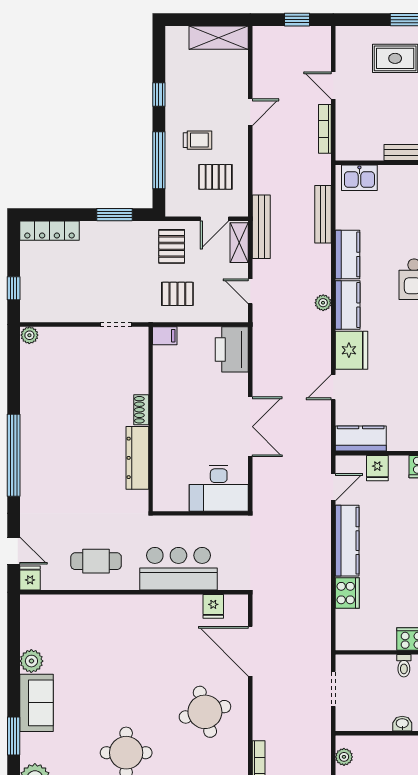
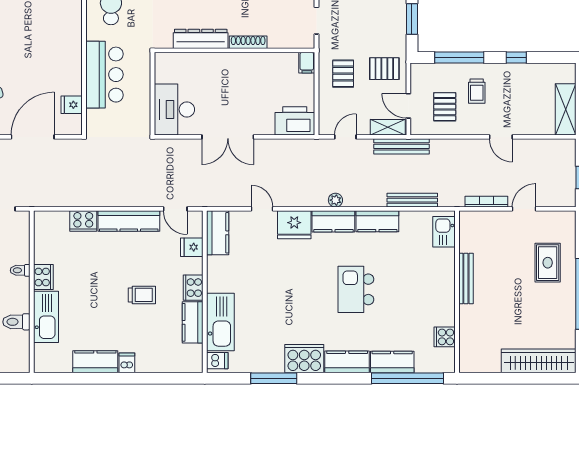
shoe rack: (141, 410) -> (248, 42), width x1.43

